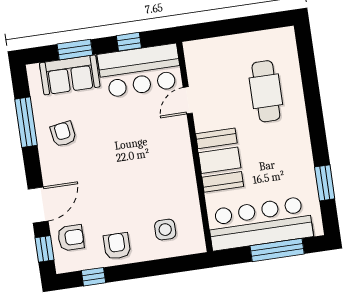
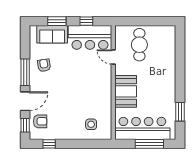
cafe table: (266, 91) -> (139, 45), moved
door: (188, 100) -> (113, 57), hinge flipped
window: (26, 122) -> (25, 72), moved
armchair: (117, 246) -> (64, 129), removed

